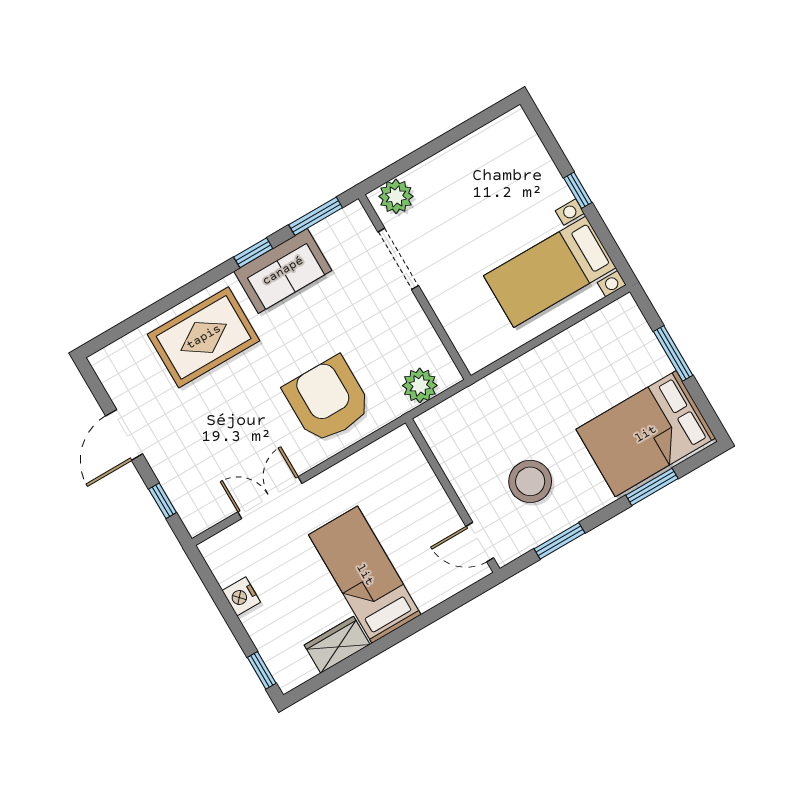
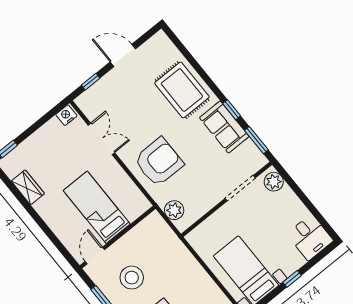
desk: (507, 146) -> (310, 237), added
bed: (365, 575) -> (97, 207), moved, turned -90
nightstand: (241, 596) -> (66, 115), moved

